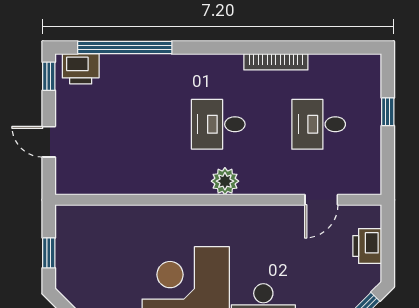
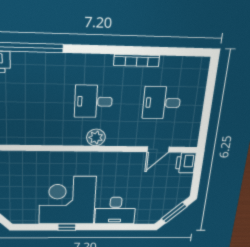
window: (388, 112) -> (209, 96), removed
printer: (367, 246) -> (186, 163), moved

